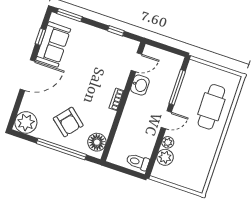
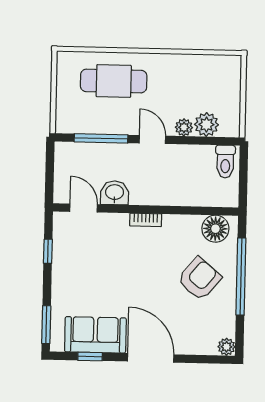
plant: (26, 122) -> (227, 347), width x0.53, depth x0.53

